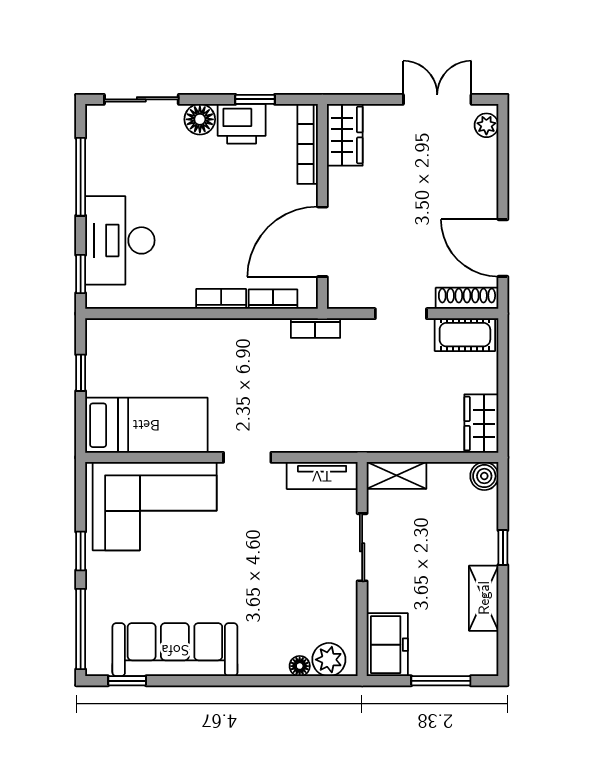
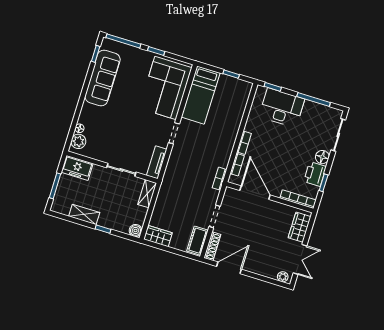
wardrobe: (345, 135) -> (300, 227), moved, turned 90

